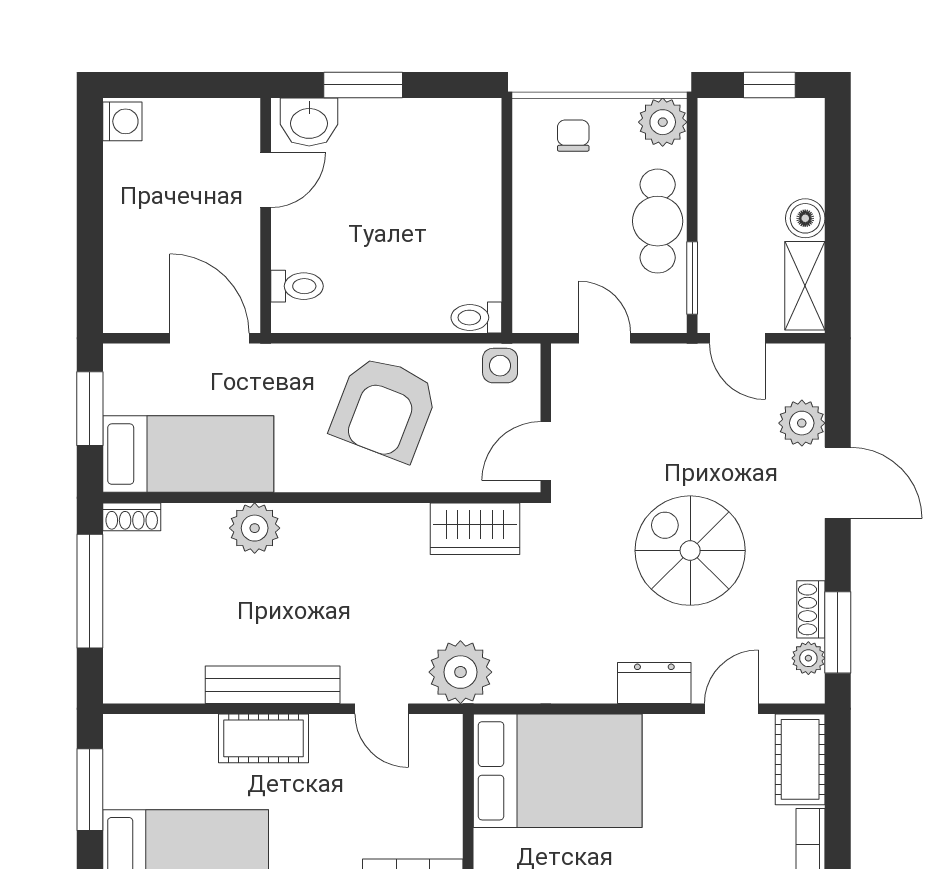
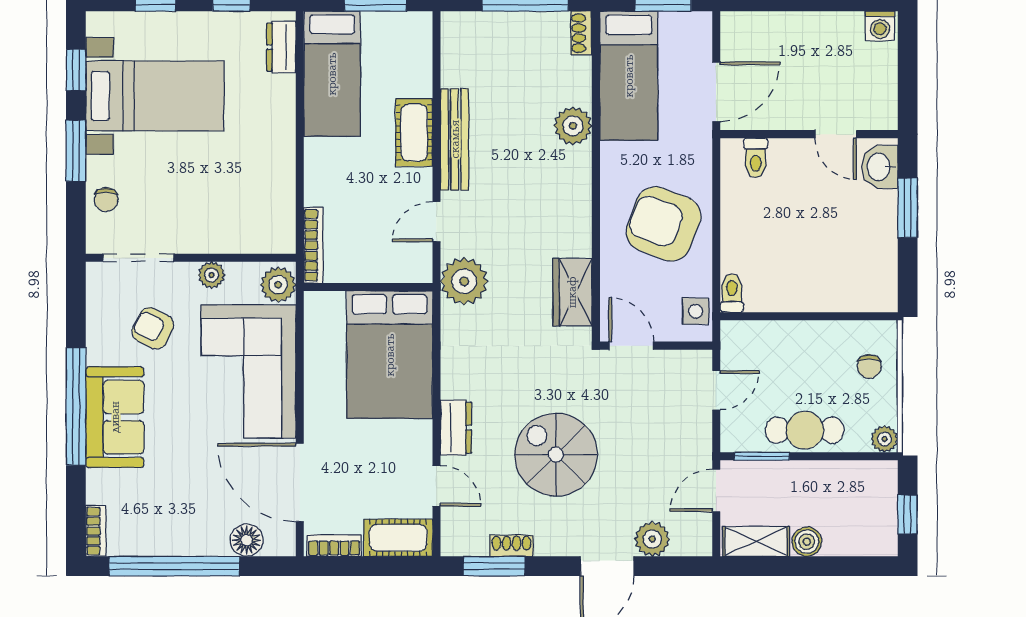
plant: (663, 122) -> (884, 439), width x0.73, depth x0.73
chair: (573, 136) -> (869, 366), turned 90
spiral stairs: (690, 551) -> (556, 455), turned -90
plant: (808, 658) -> (475, 544), removed

